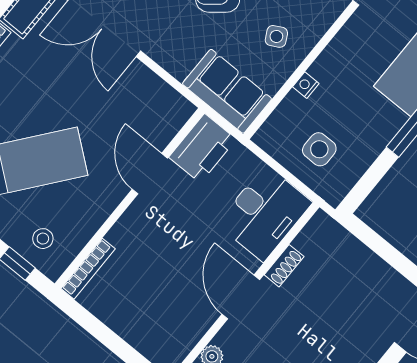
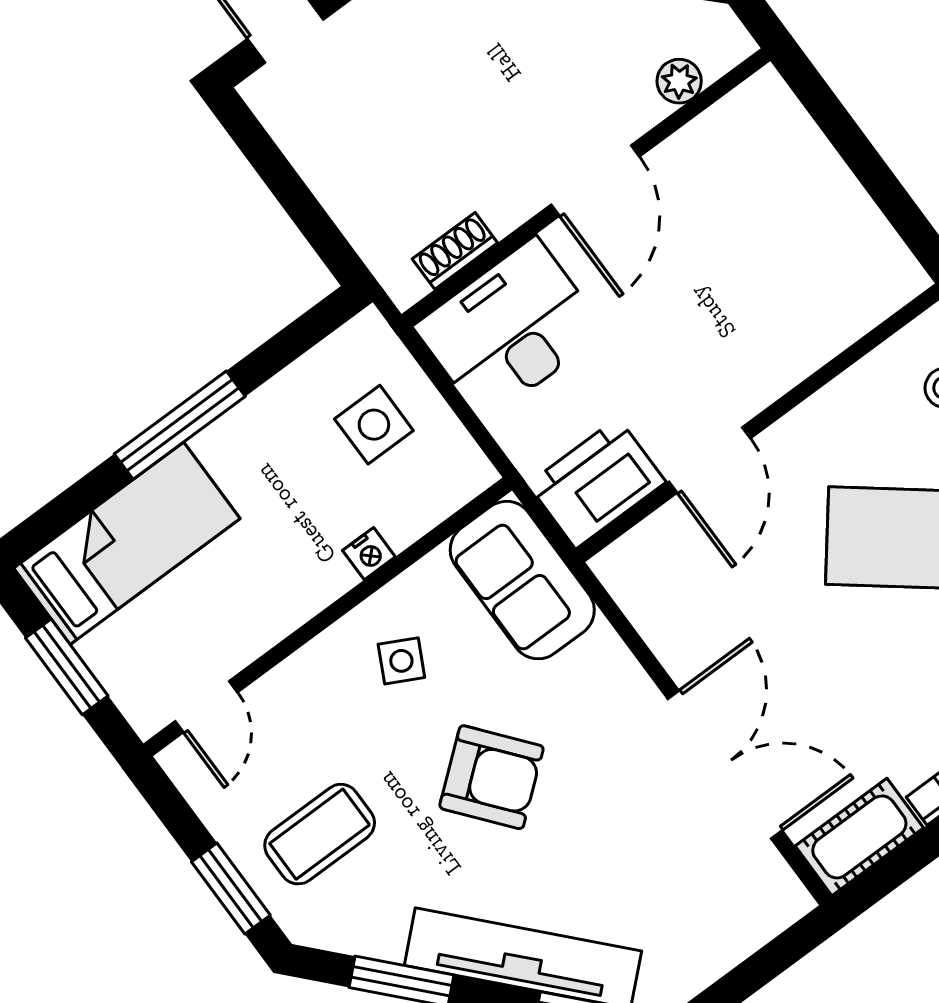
side table: (276, 36) -> (401, 661), turned -35
shoe rack: (284, 266) -> (455, 251), moved
bookcase: (88, 269) -> (873, 308), removed

